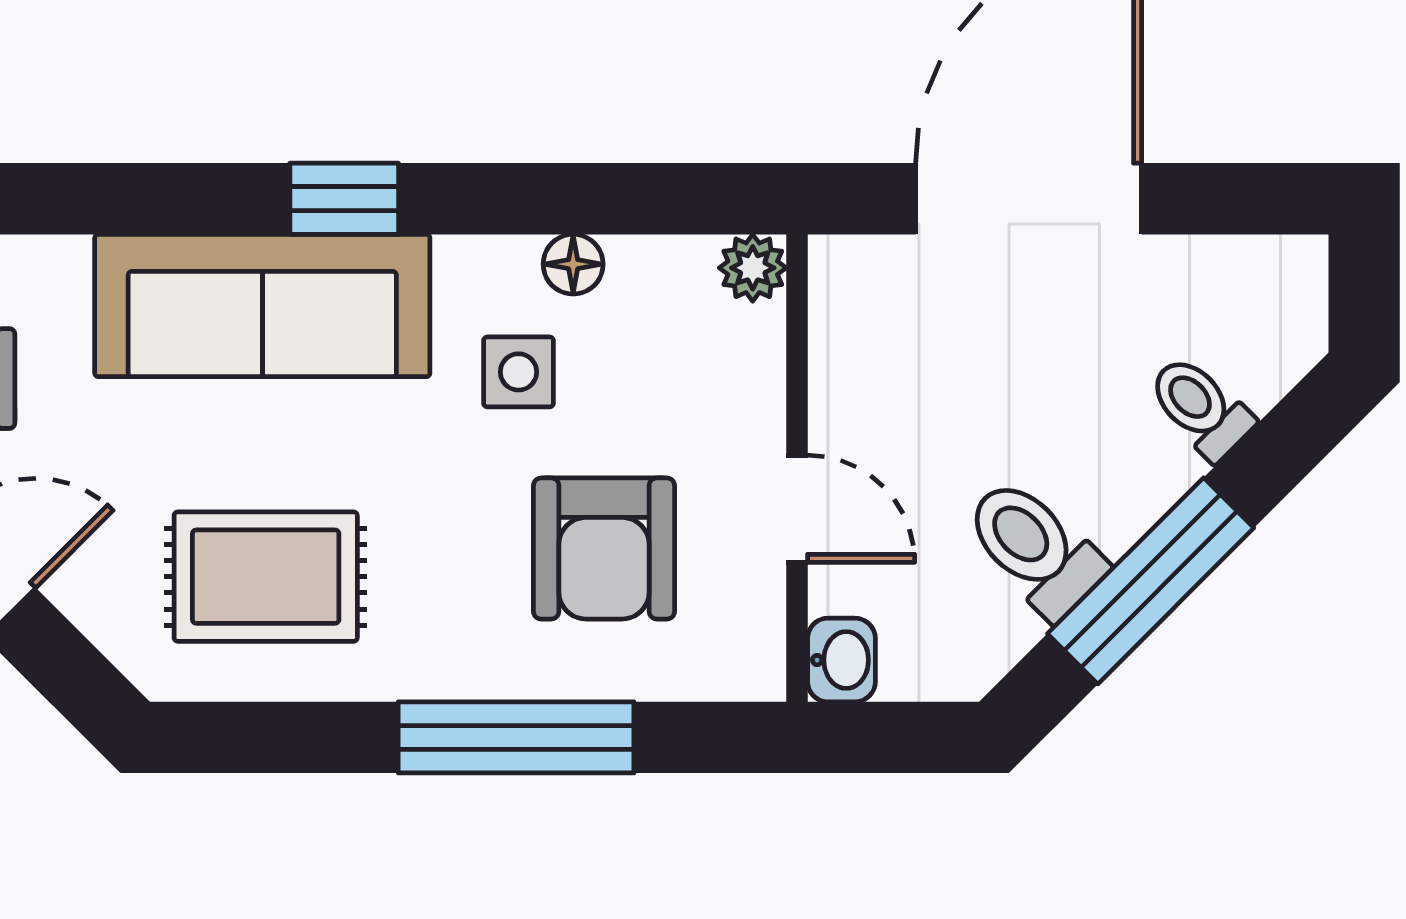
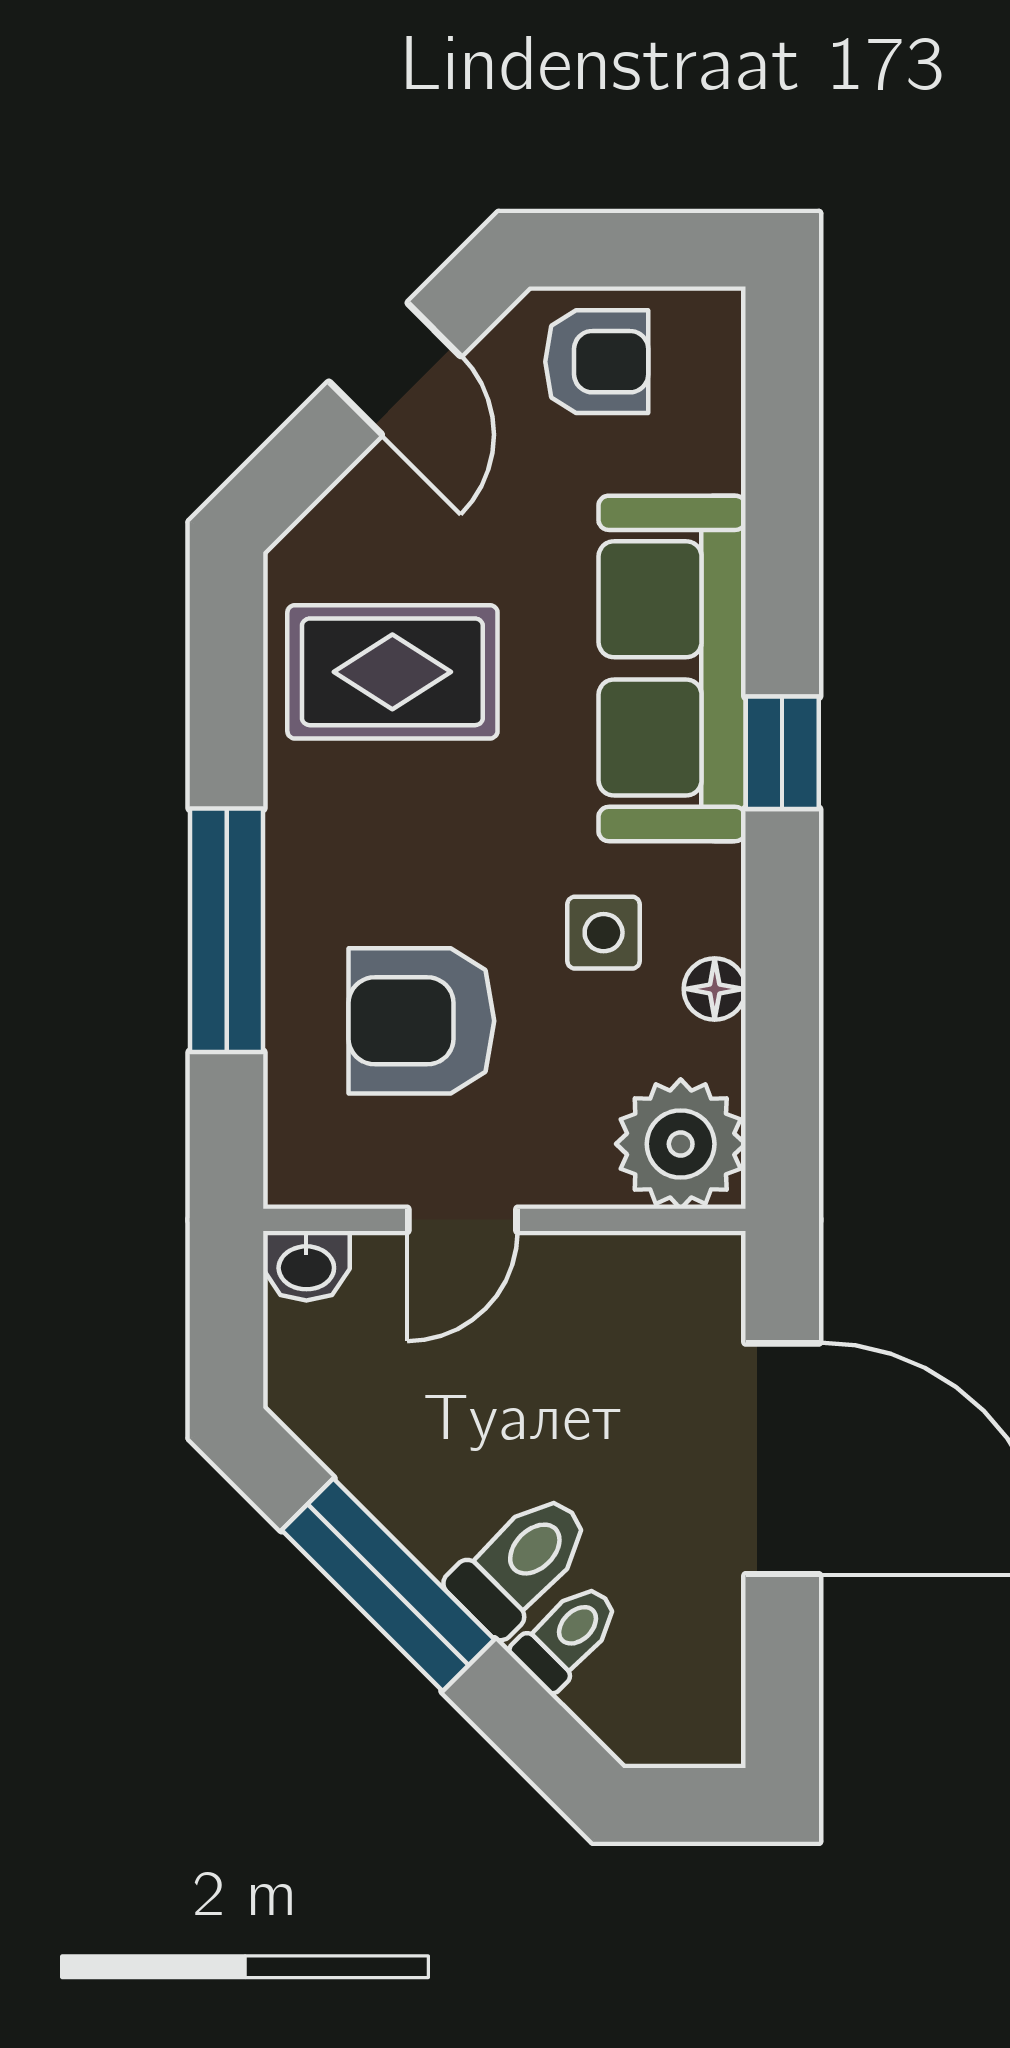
plant: (753, 268) -> (681, 1144), width x1.88, depth x1.88
toilet: (1035, 548) -> (521, 1563), moved
rug: (266, 577) -> (392, 672), turned 90

